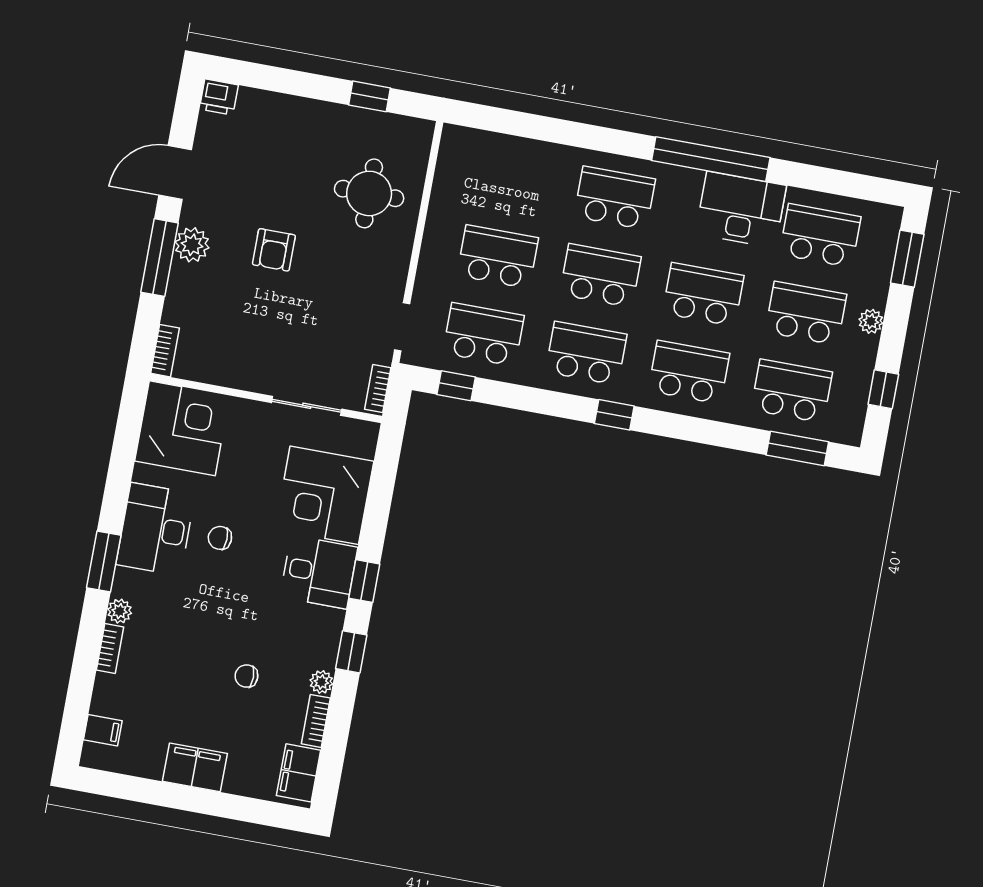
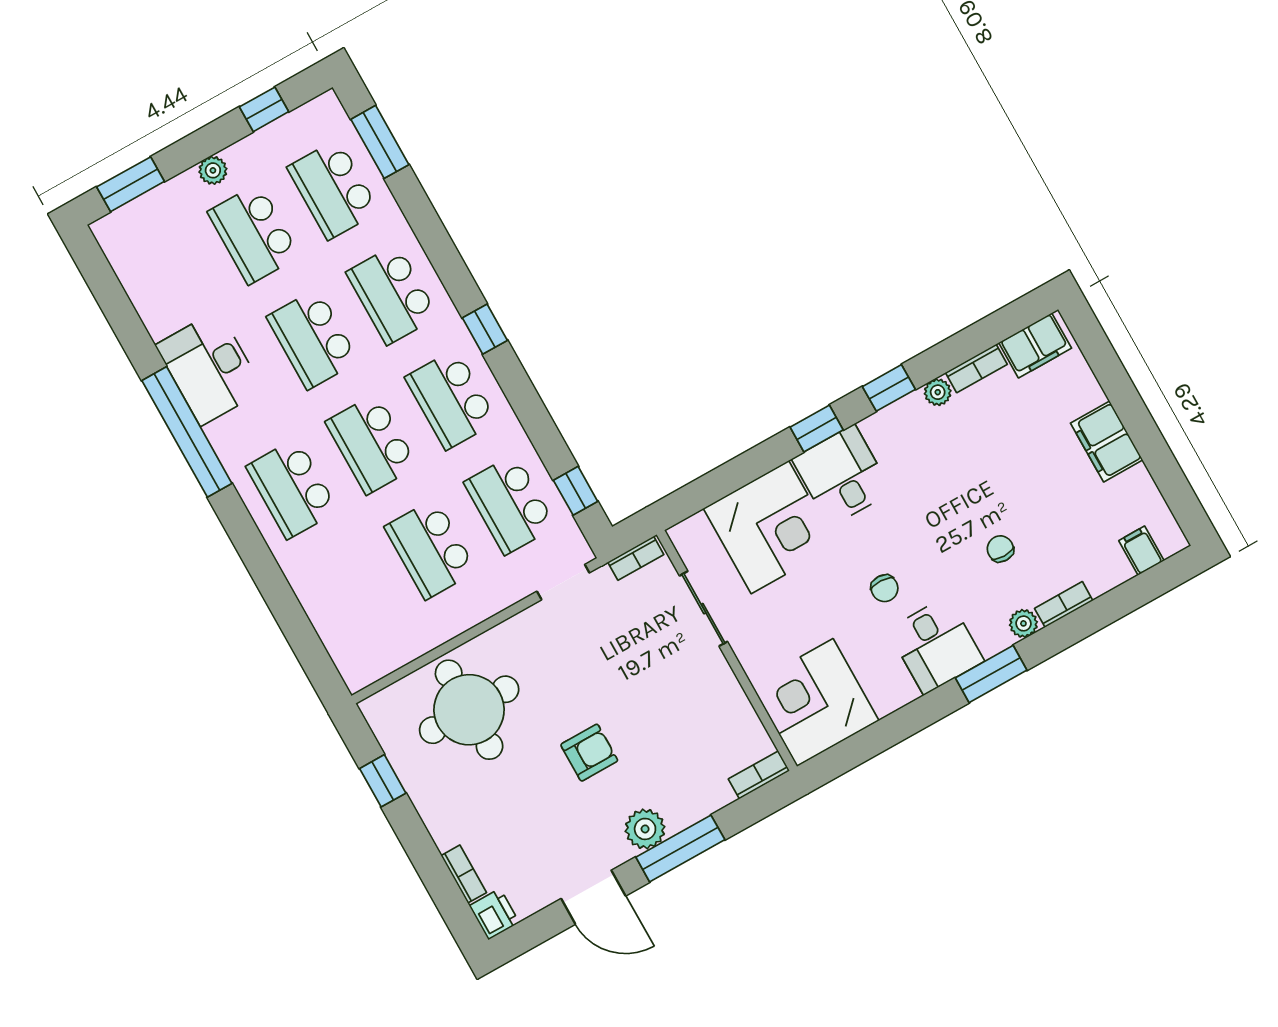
bookcase: (262, 99) -> (464, 874), added
round table: (369, 193) -> (469, 710), width x1.36, depth x1.36
school desk: (820, 236) -> (174, 279), removed
desk: (156, 529) -> (936, 645), width x0.73
chair: (246, 676) -> (1000, 549), moved, turned 180

